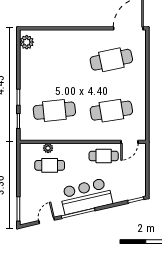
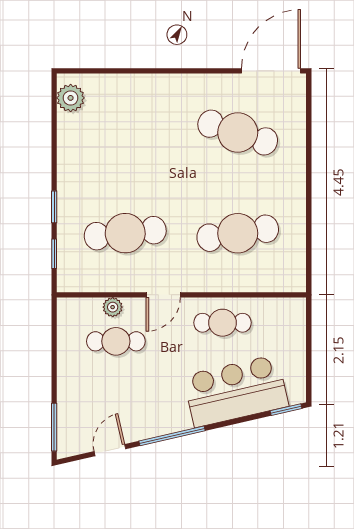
cafe table: (111, 60) -> (238, 133), turned 30
door: (129, 142) -> (163, 295), moved
bar counter: (86, 196) -> (236, 391), moved

